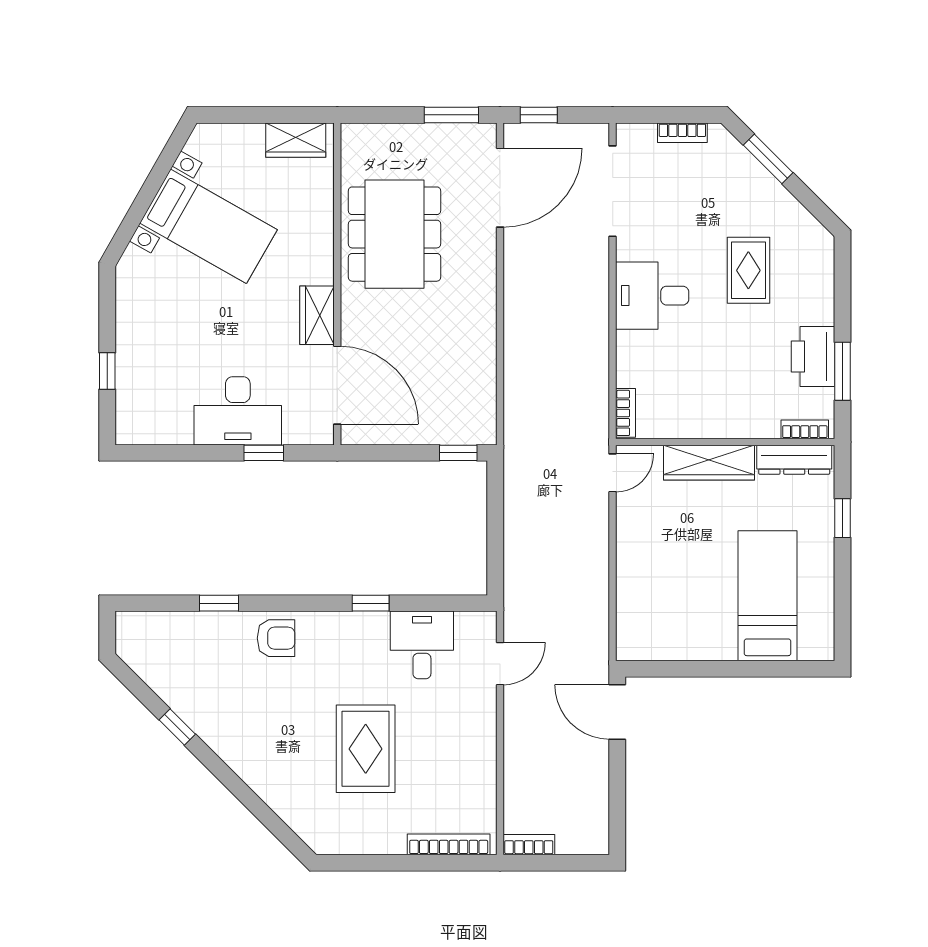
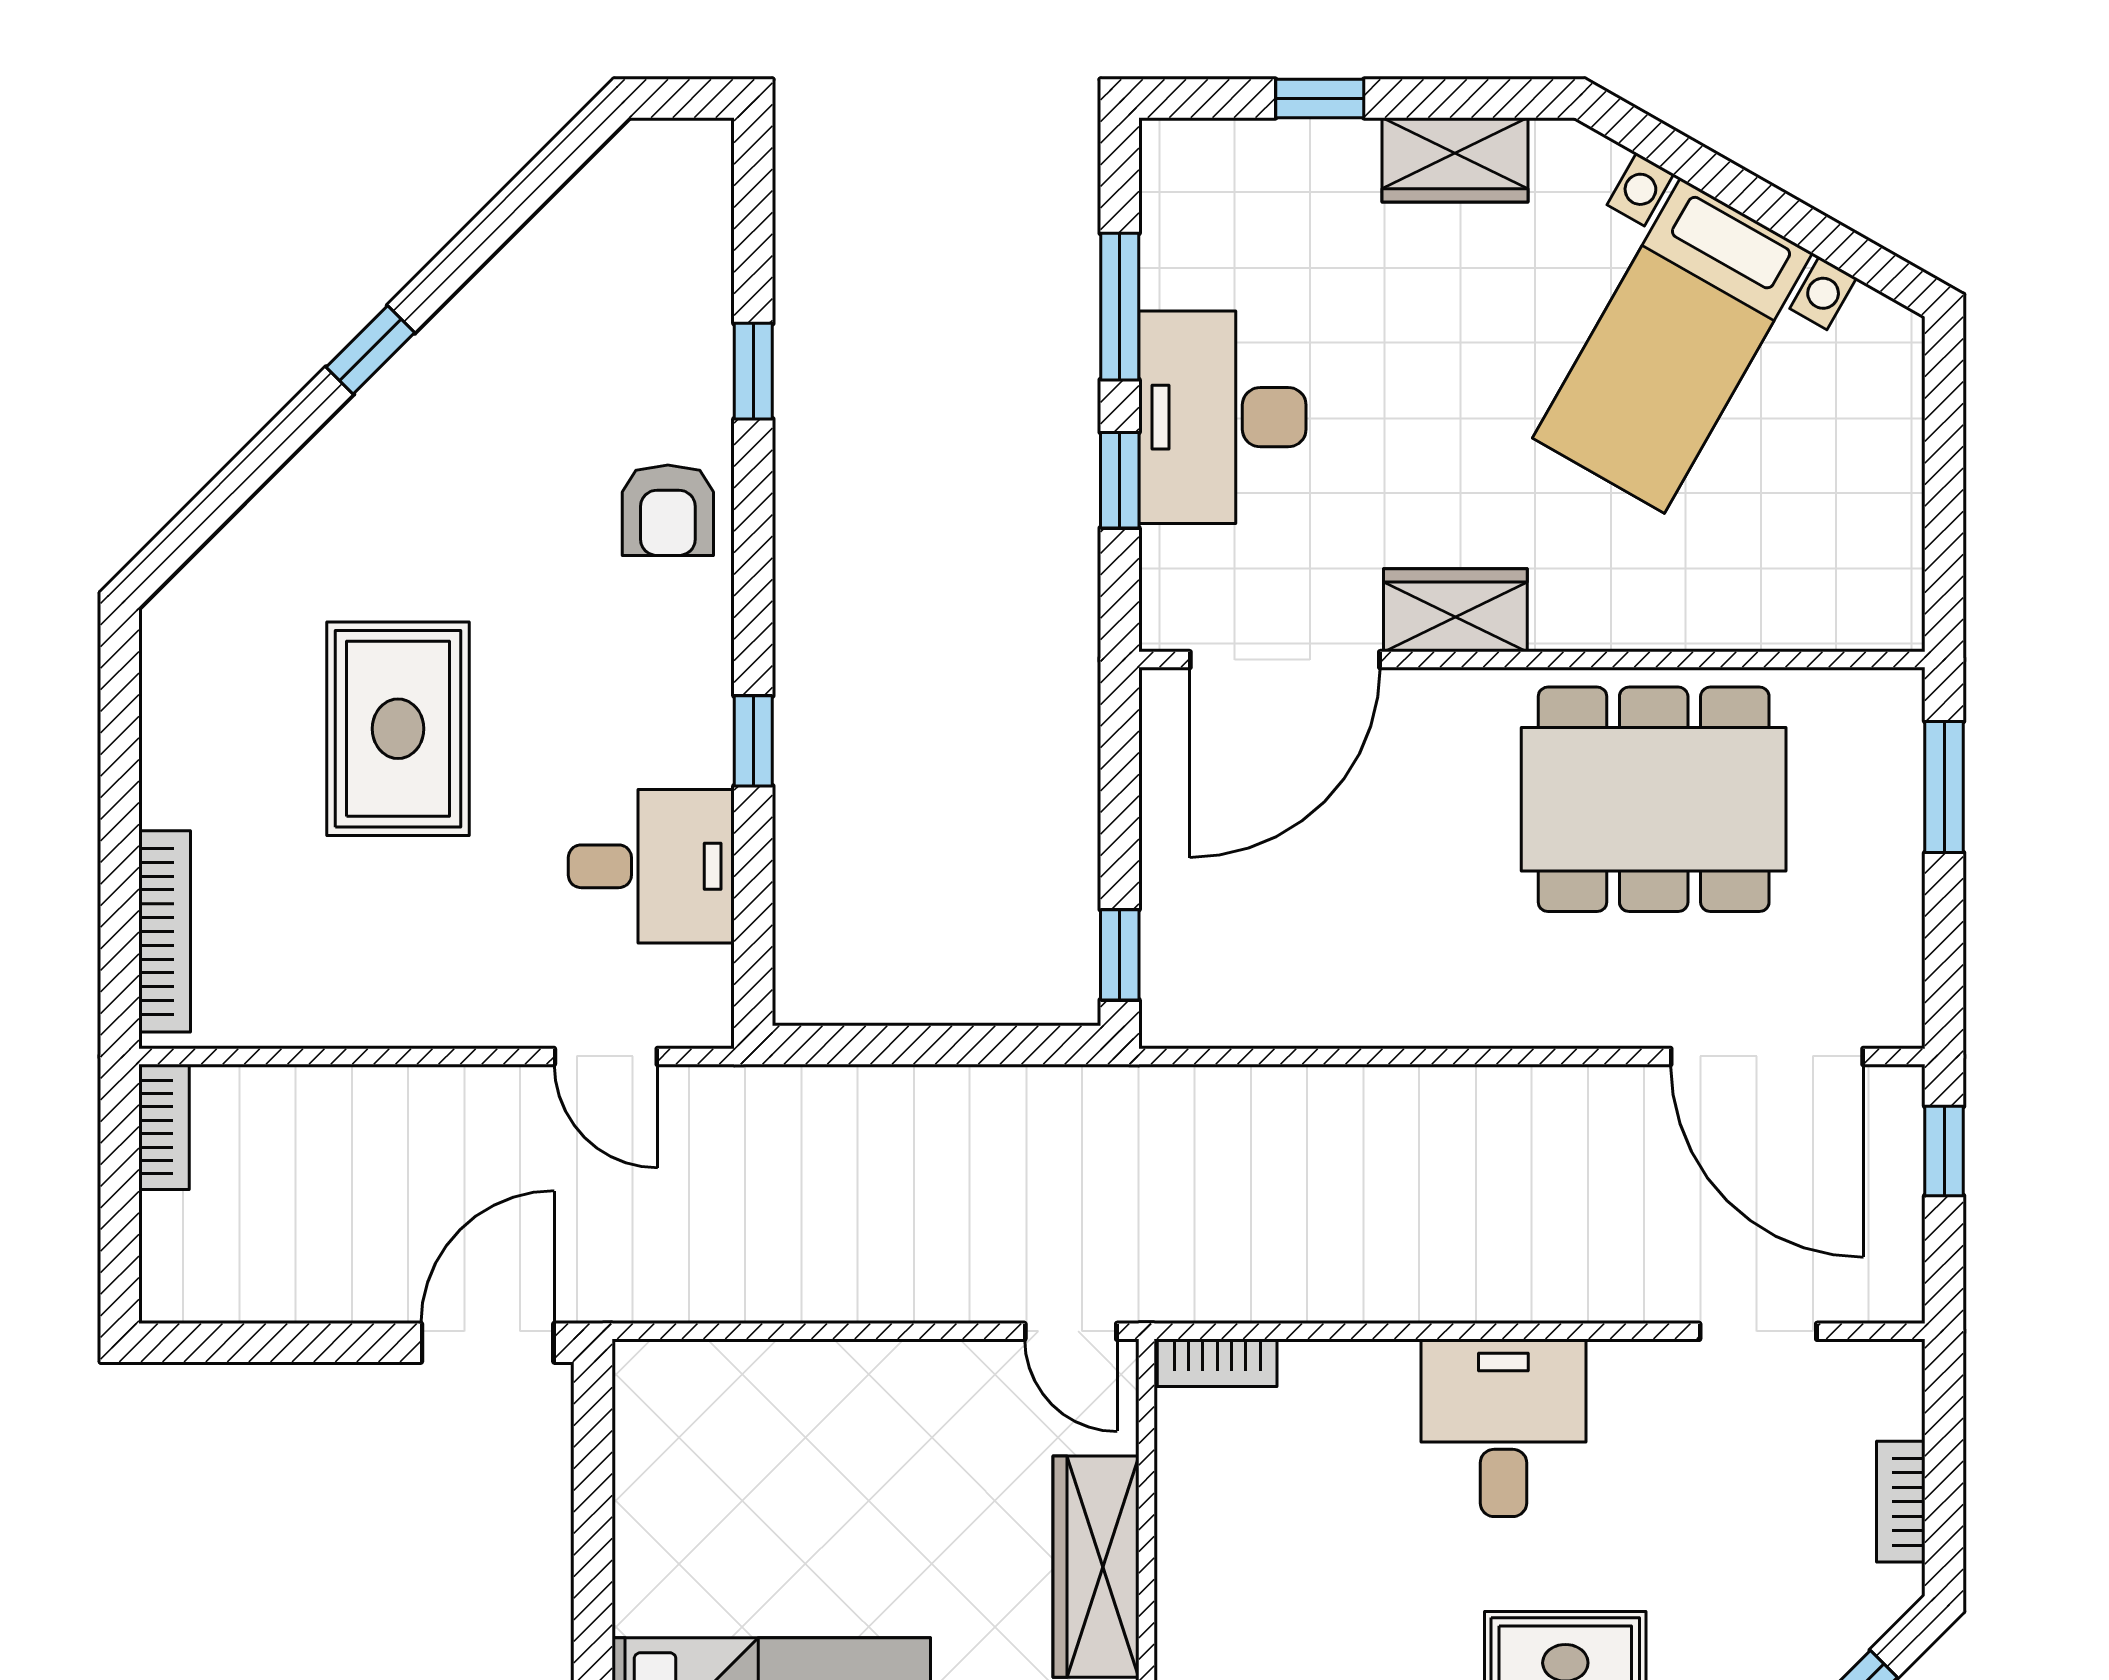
window: (451, 115) -> (1944, 787), moved
wardrobe: (296, 140) -> (1455, 160), moved, turned -90
doorway: (613, 191) -> (1758, 1331), width x0.53
window: (193, 453) -> (1120, 307), added
window: (177, 727) -> (370, 350), moved
rug: (366, 749) -> (398, 729), turned 90

